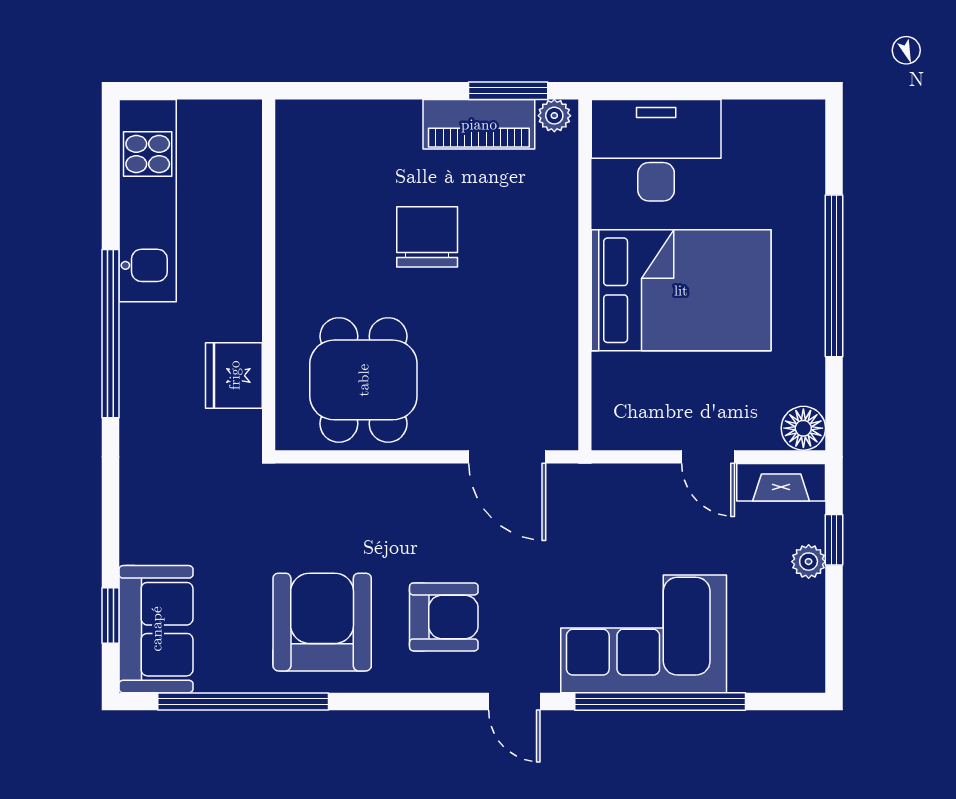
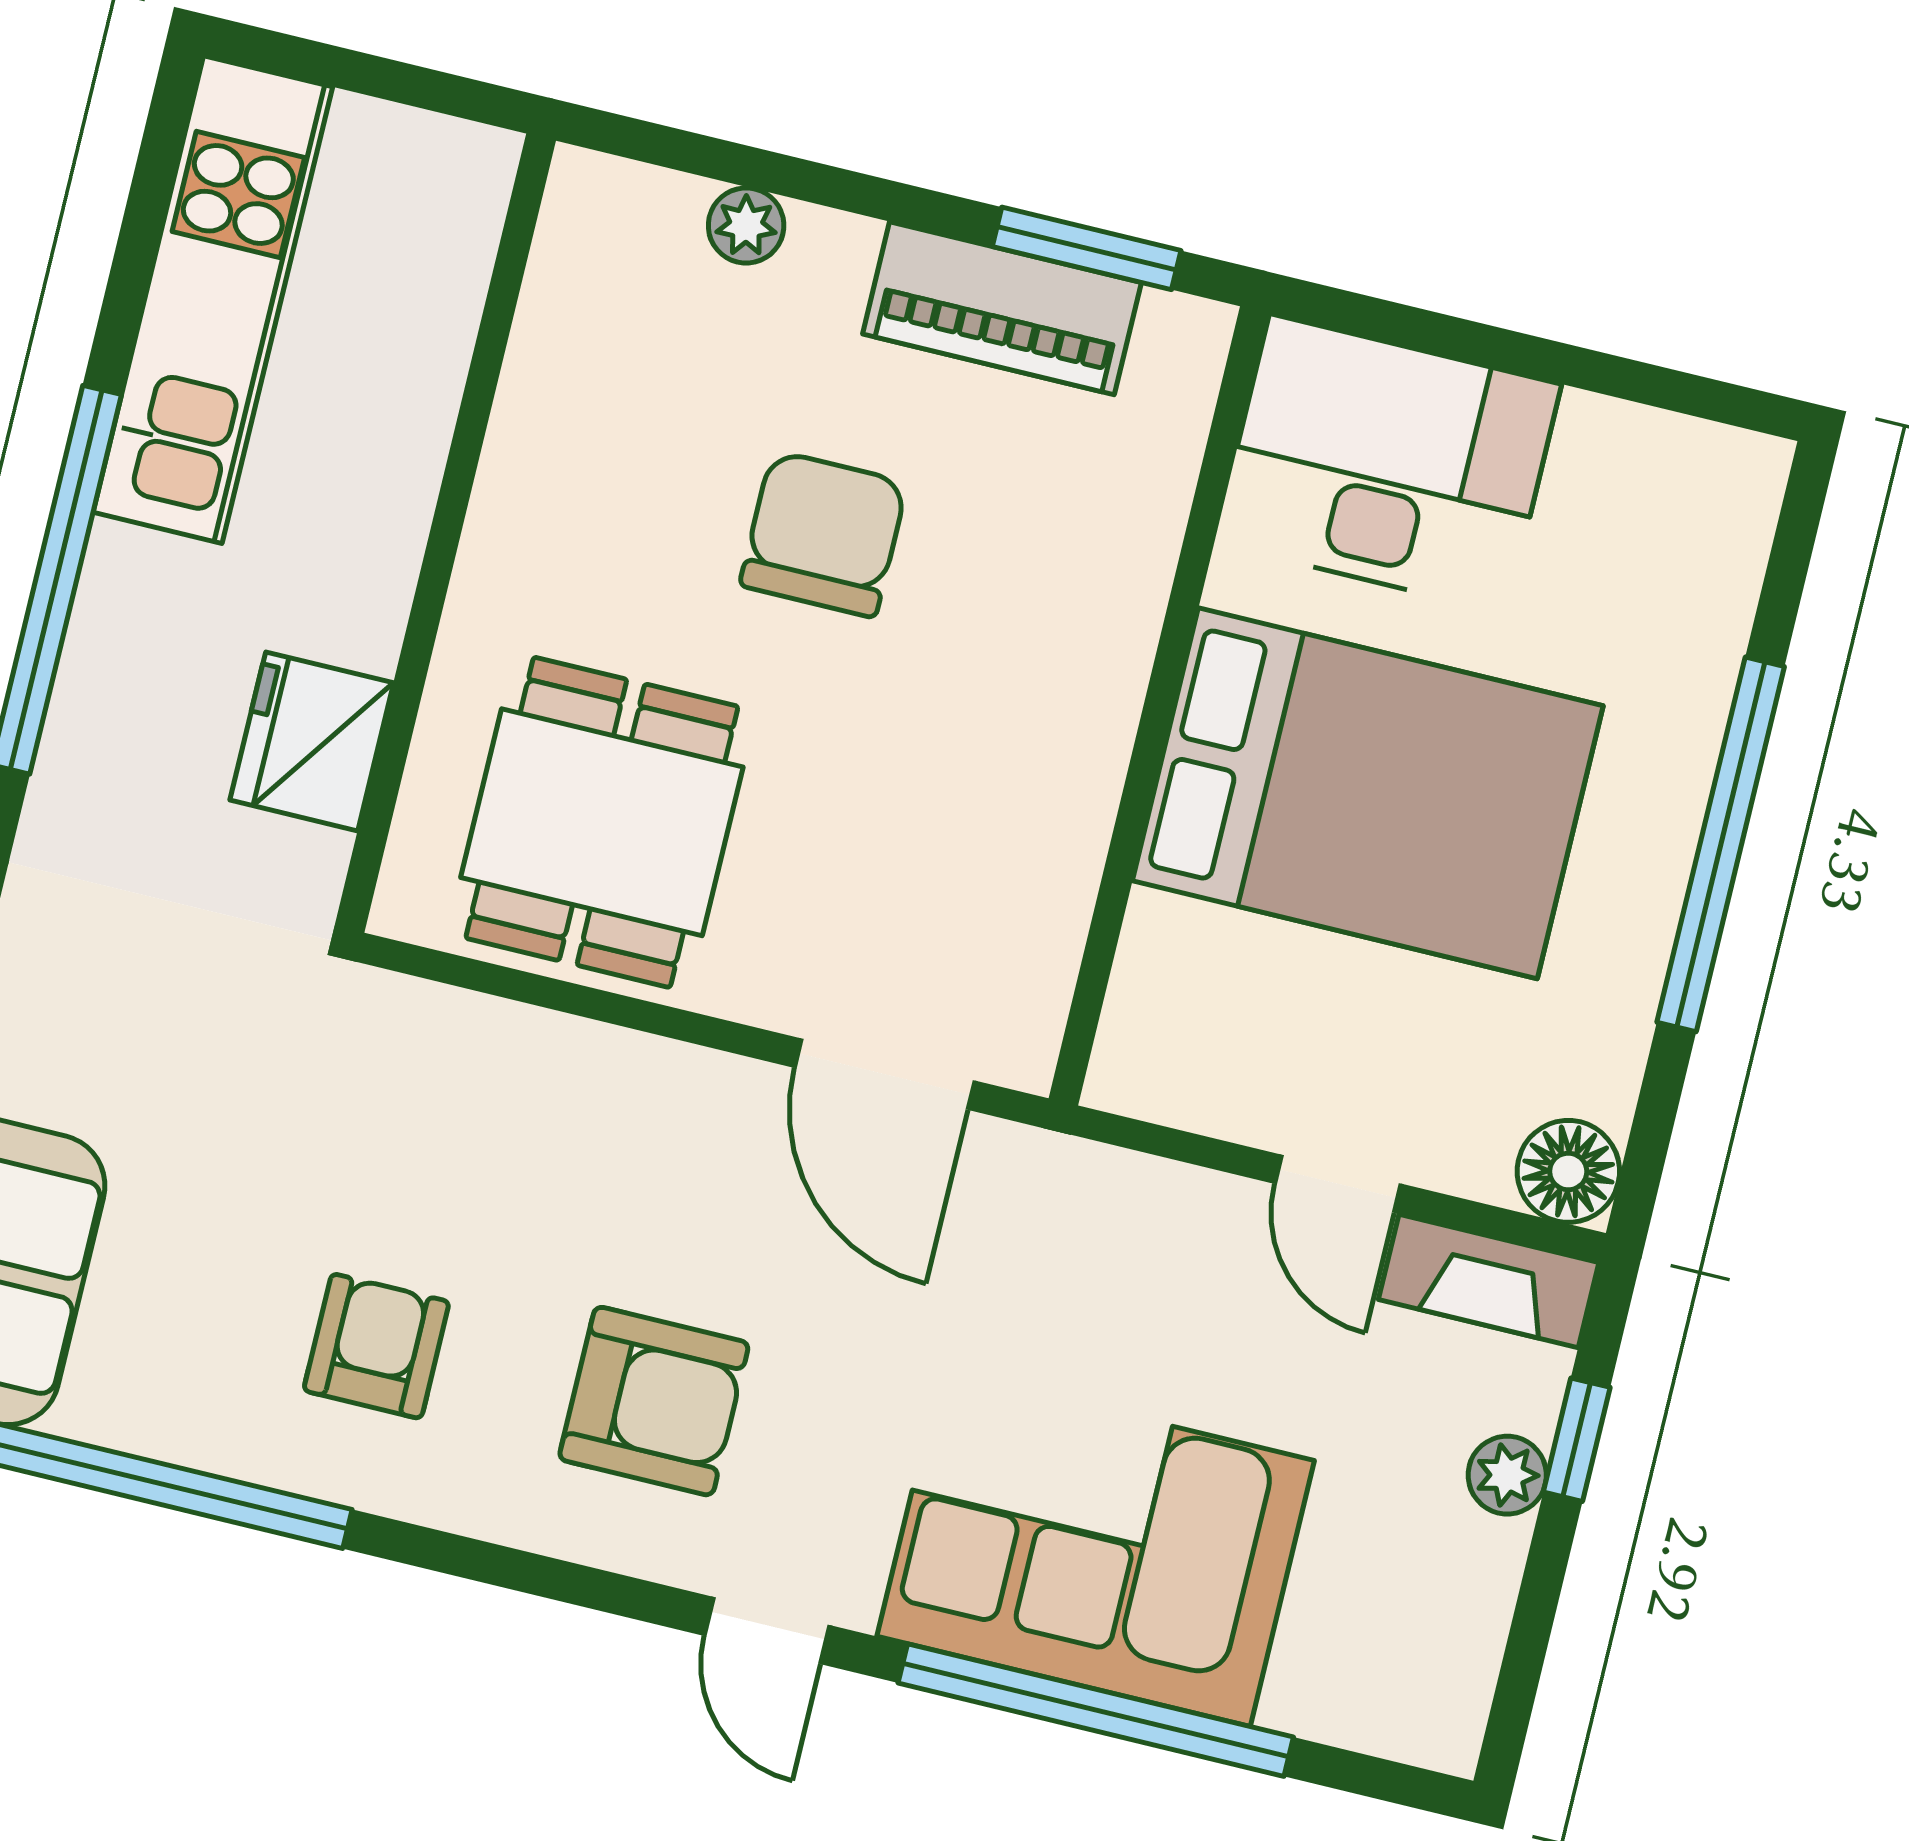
plant: (554, 116) -> (746, 226), moved
armchair: (322, 622) -> (376, 1346), width x0.53, depth x0.53

